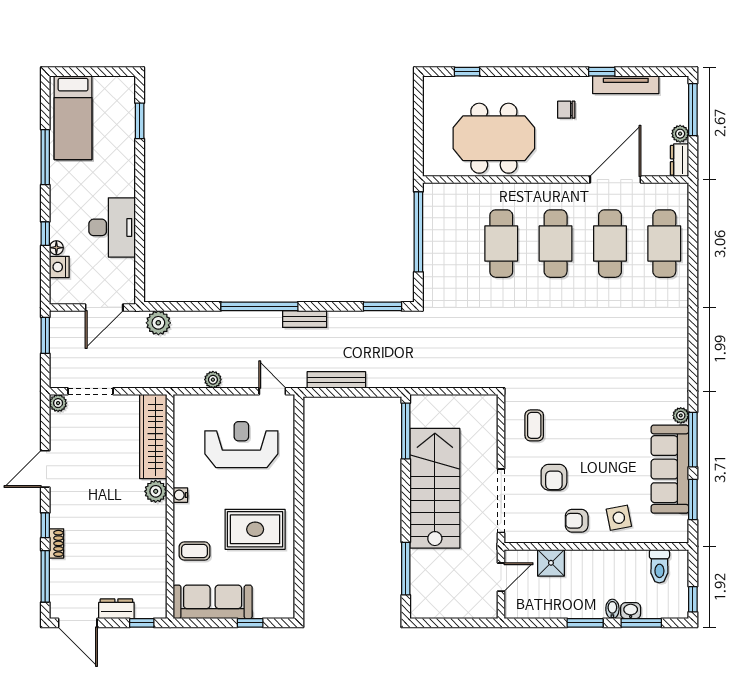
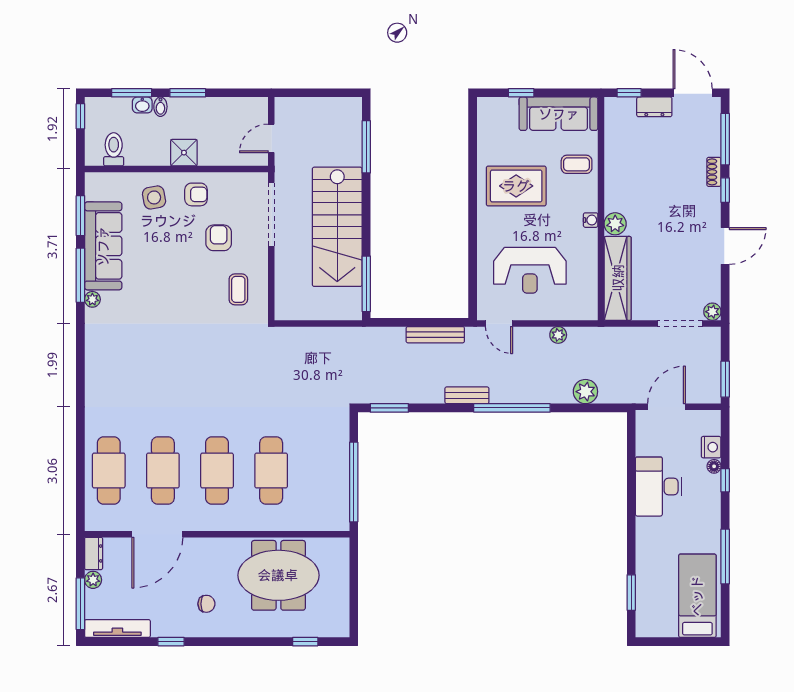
tv unit: (626, 85) -> (117, 629), moved
plant: (158, 323) -> (585, 392), moved
shower: (551, 563) -> (184, 153), moved

